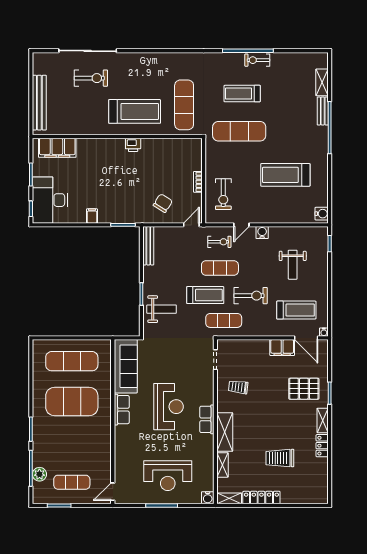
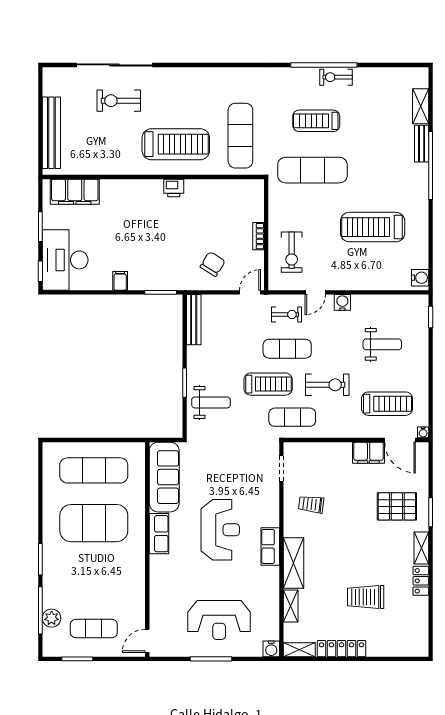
exercise bike: (91, 78) -> (119, 101), turned 180
weight bench: (293, 265) -> (382, 344), turned -90

